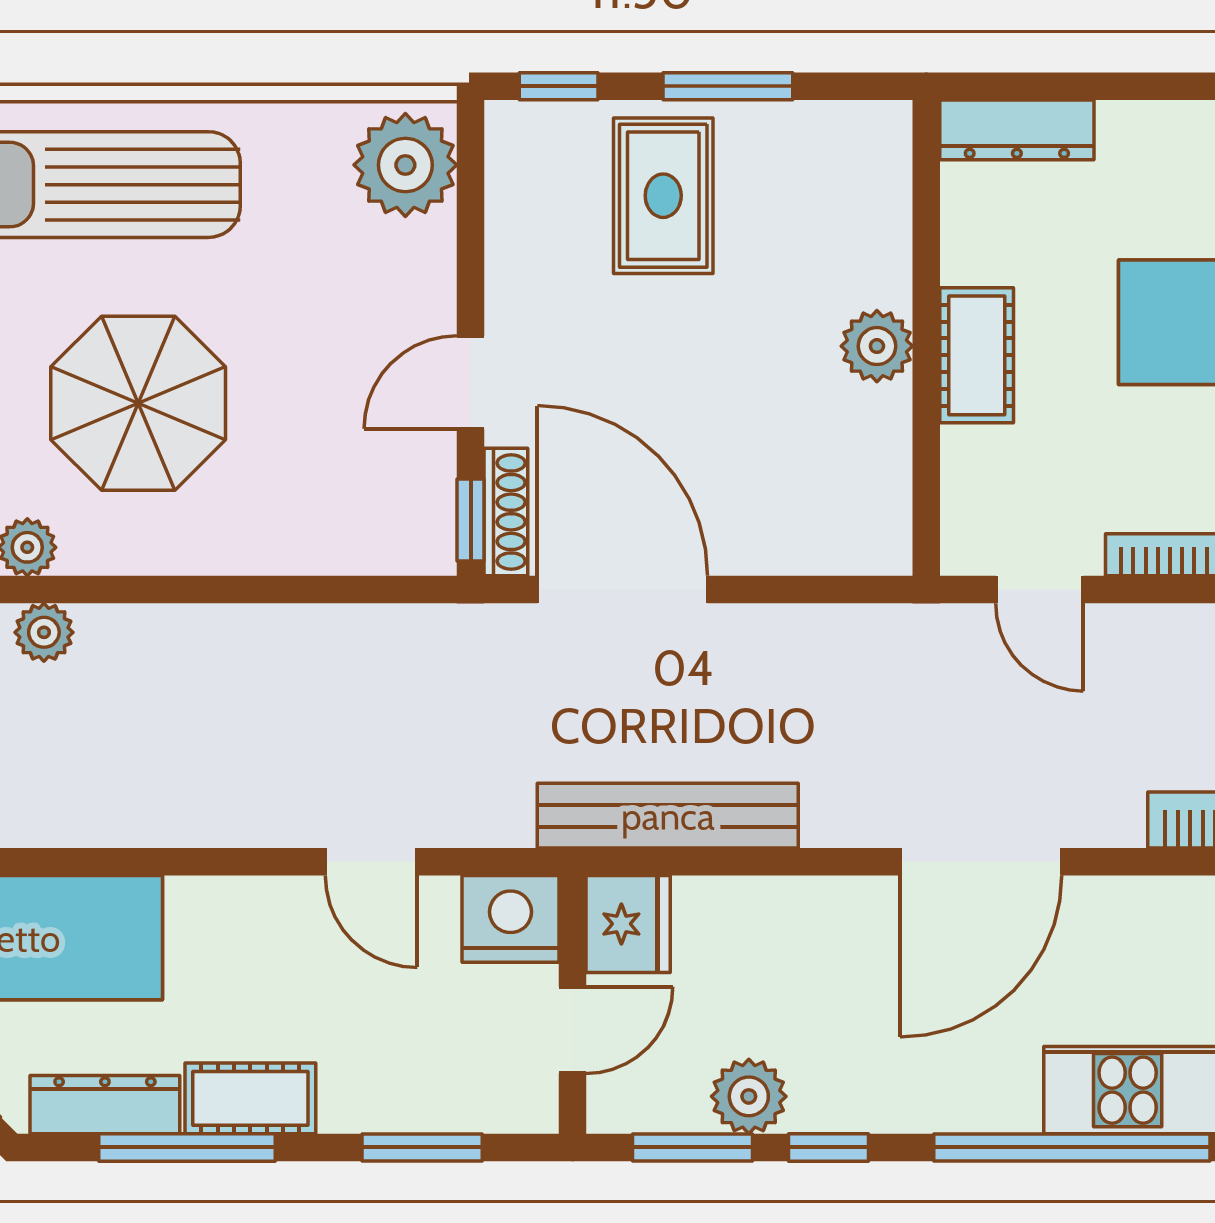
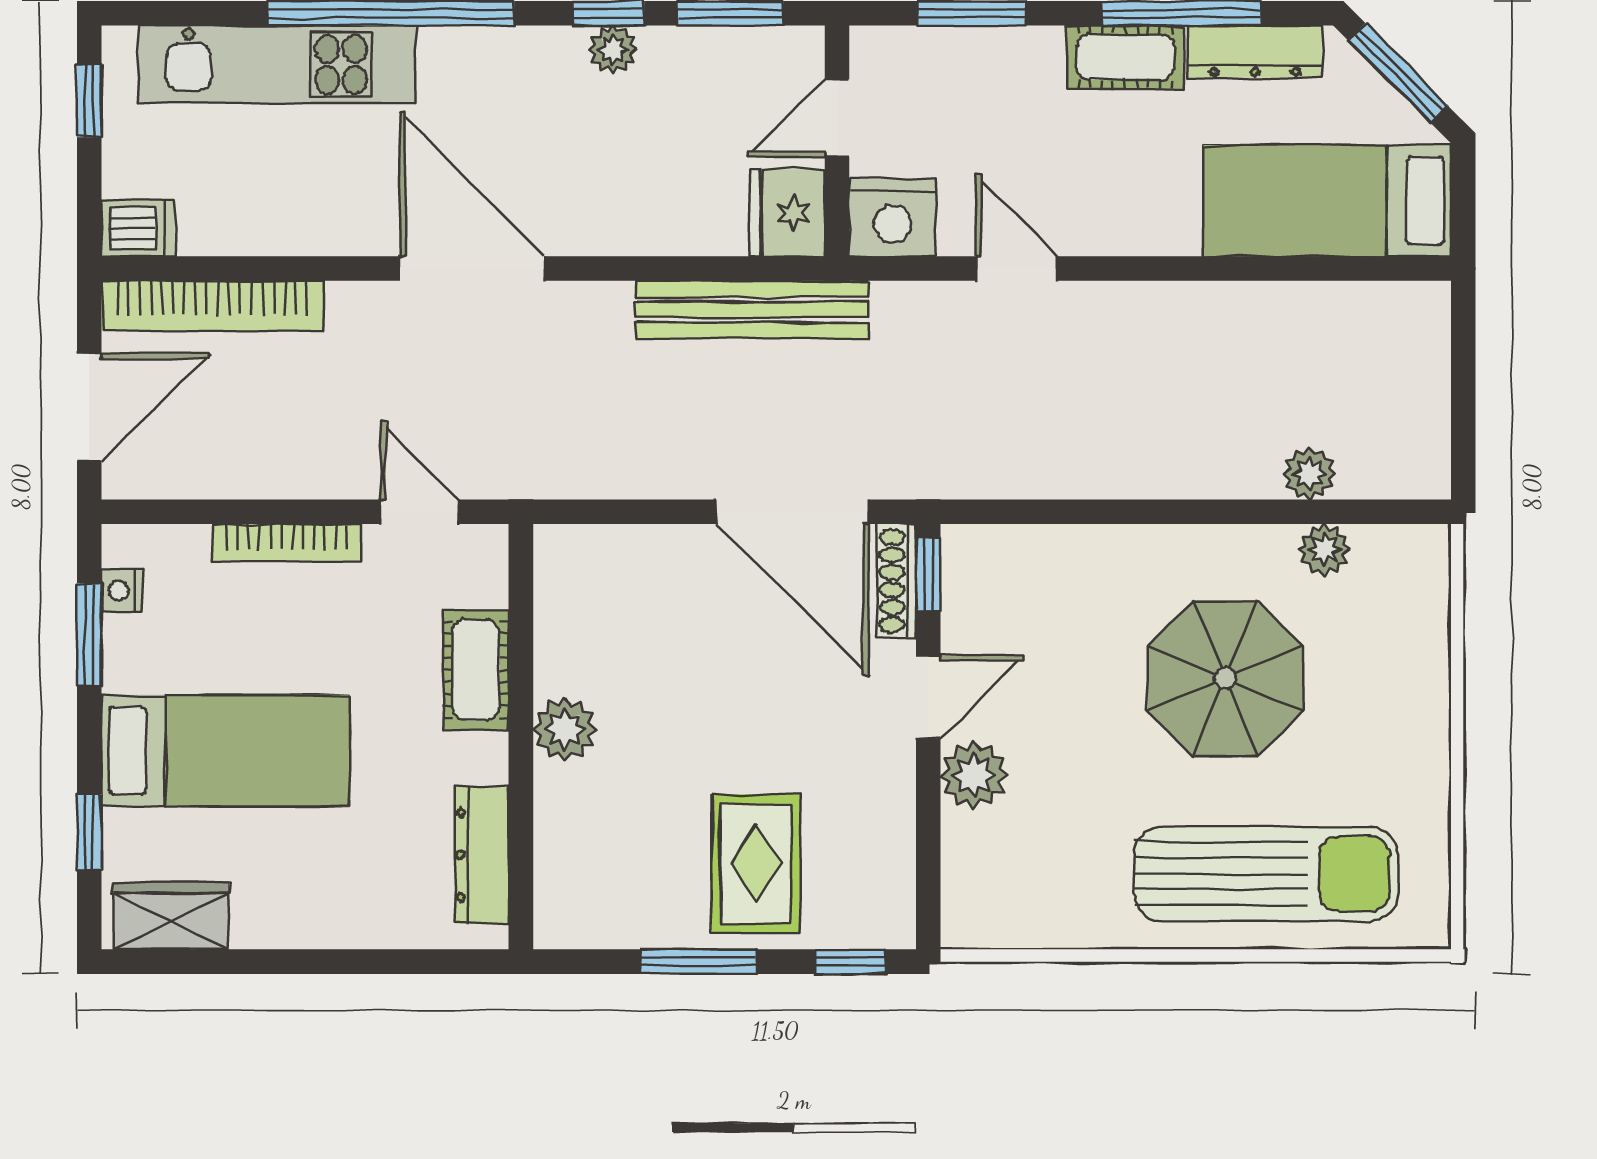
dresser: (1017, 130) -> (482, 855), moved, turned -90
plant: (405, 165) -> (974, 775), moved, width x0.73, depth x0.73
cot: (977, 355) -> (476, 670), moved
door: (981, 862) -> (472, 269), hinge flipped
plant: (749, 1096) -> (613, 50), moved, width x0.73, depth x0.73

